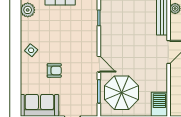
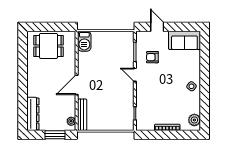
armchair: (54, 70) -> (152, 57), moved
parasol: (121, 93) -> (116, 51), removed

